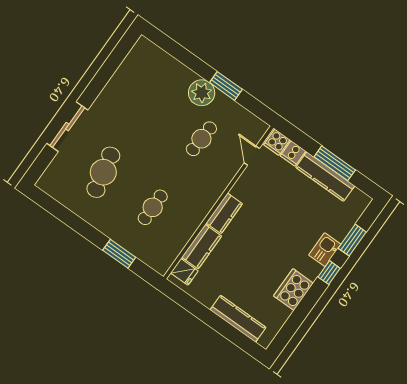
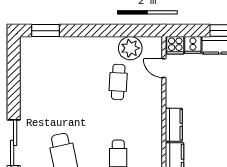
window: (226, 86) -> (45, 31), moved
plant: (202, 93) -> (130, 48), moved

